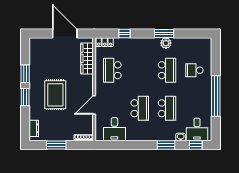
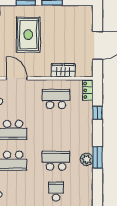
wardrobe: (87, 59) -> (63, 70), width x0.67
school desk: (167, 70) -> (56, 161), turned 180
rug: (55, 95) -> (28, 35), turned 90

